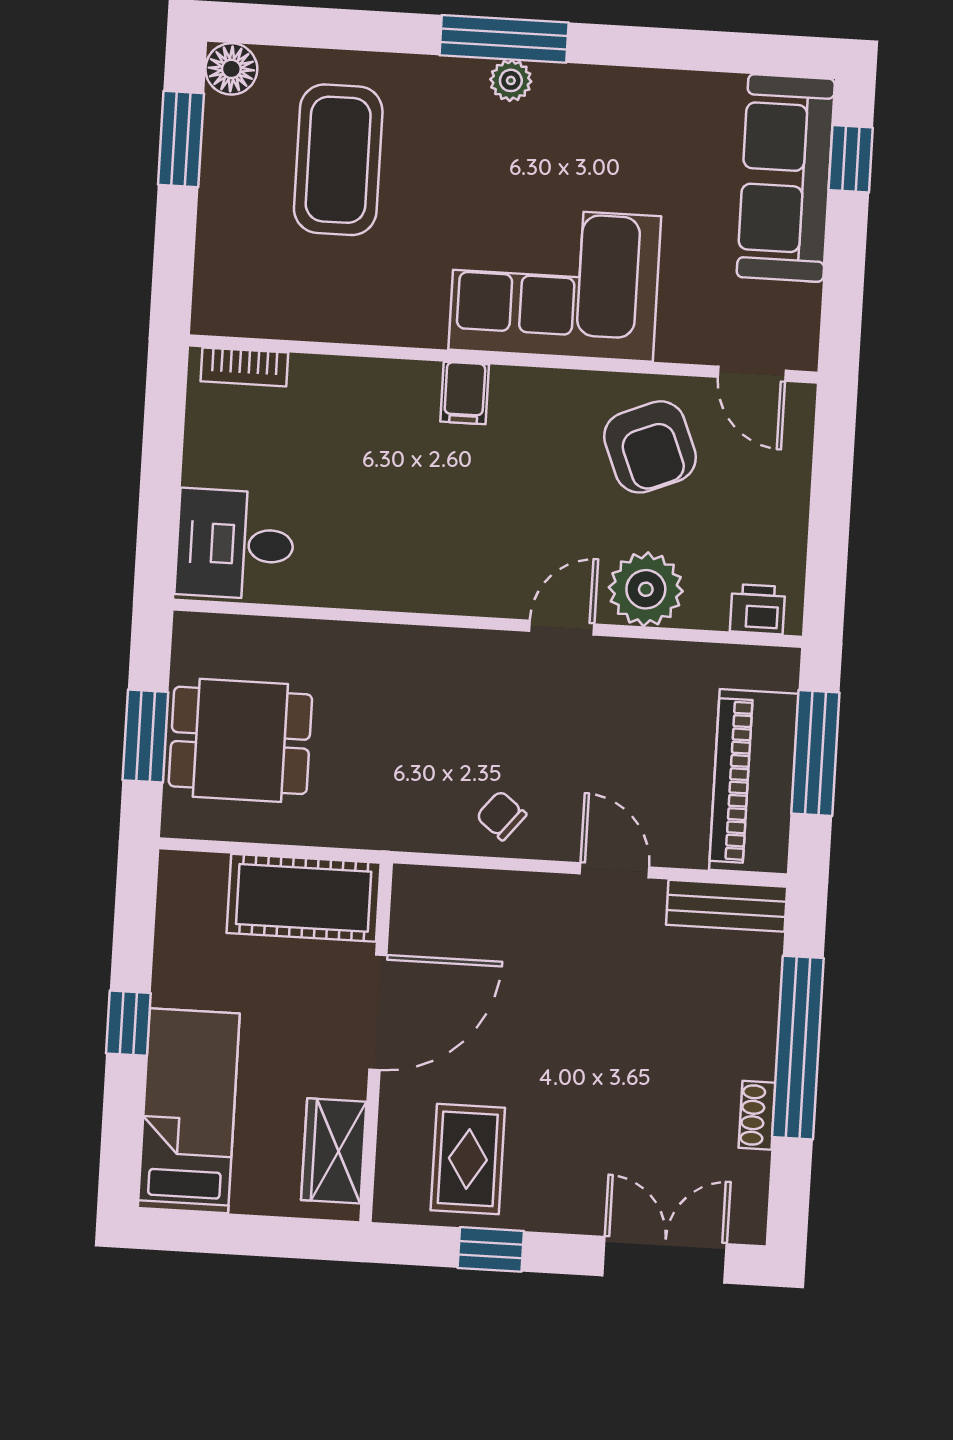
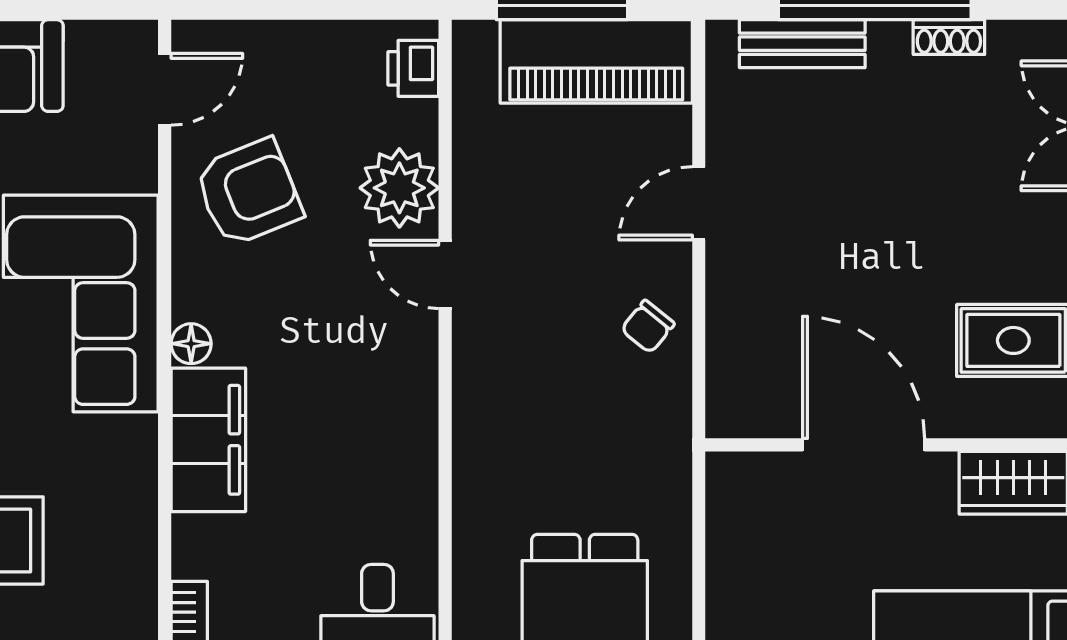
floor lamp: (511, 384) -> (191, 344), added
filing cabinet: (465, 393) -> (208, 440), width x3.00, depth x1.17
cot: (304, 898) -> (747, 531), removed
bench: (727, 906) -> (802, 44), moved, turned 90

